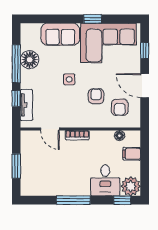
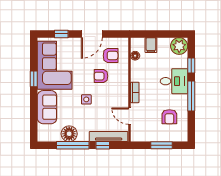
tv unit: (26, 105) -> (109, 137), width x1.41
door: (50, 129) -> (129, 116), swing flipped
armchair: (49, 175) -> (169, 117), added
desk: (105, 180) -> (174, 81), moved
window: (122, 200) -> (191, 65), moved

